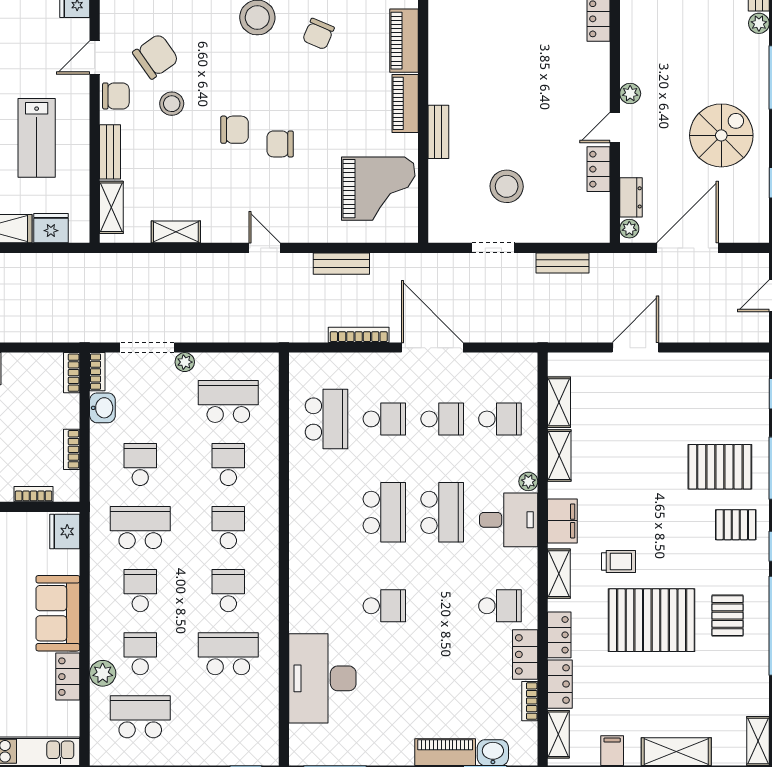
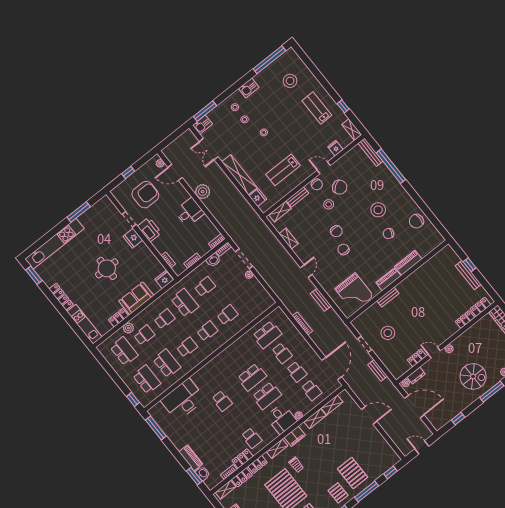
spiral stairs: (721, 135) -> (473, 376), moved
door: (432, 348) -> (332, 369), moved
school desk: (228, 401) -> (147, 379), moved

